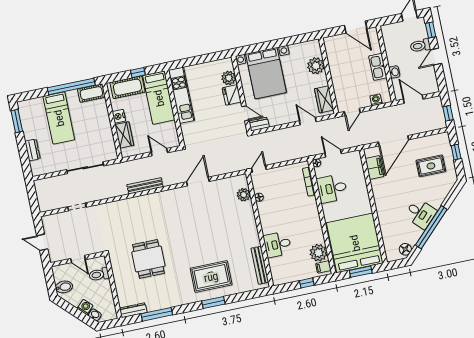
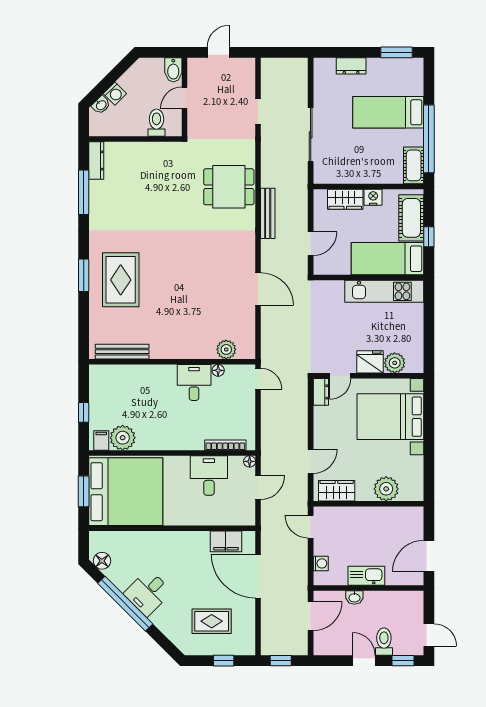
rug: (431, 166) -> (212, 621), turned 90
desk: (277, 244) -> (194, 382), moved
dining table: (148, 259) -> (229, 187), moved
bidet: (64, 287) -> (173, 70), moved

